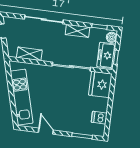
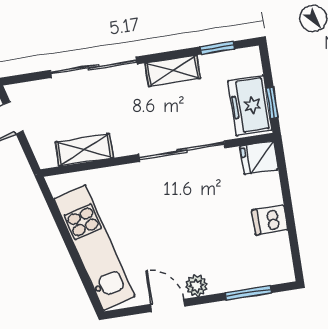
boiler: (112, 37) -> (250, 63), removed
fridge: (100, 84) -> (259, 158), width x0.53, depth x0.75
dishwasher: (99, 118) -> (270, 220), moved
plant: (61, 126) -> (196, 286), added

